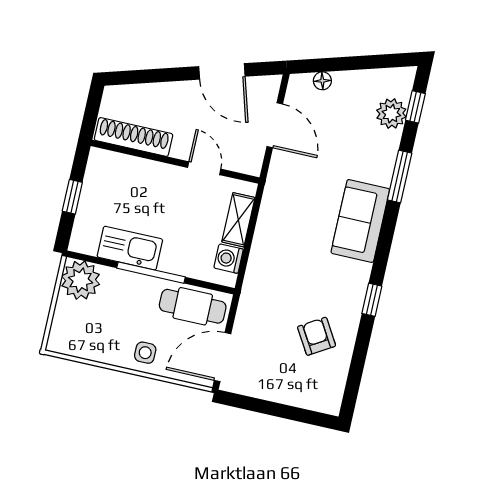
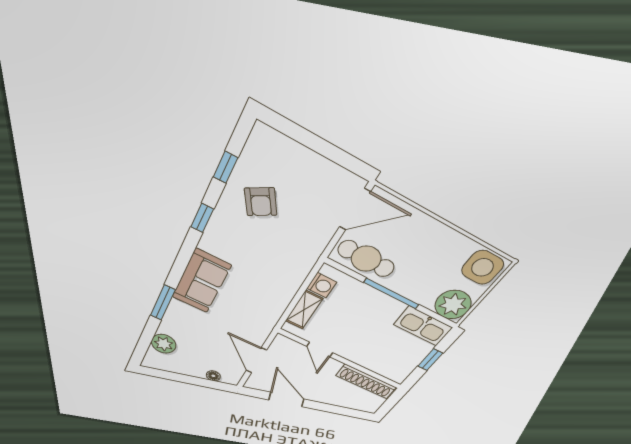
window: (415, 107) -> (226, 167), moved
kitchen sink: (130, 248) -> (423, 326), moved
side table: (145, 353) -> (482, 267), moved, width x1.87, depth x1.87

